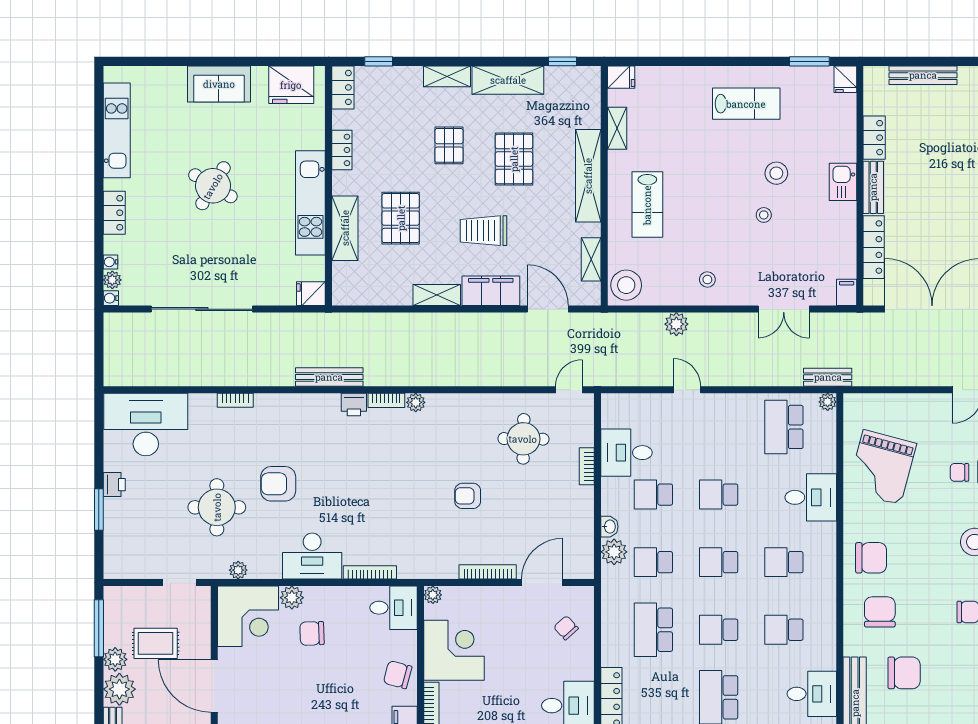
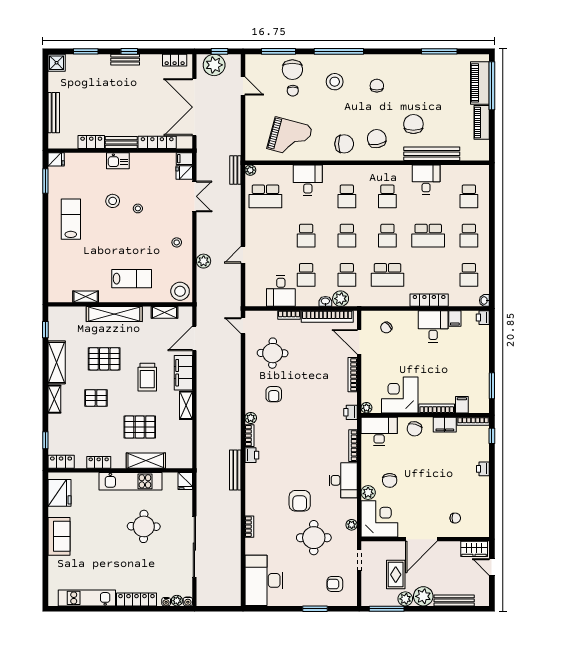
fridge: (621, 77) -> (184, 172), moved, turned -90
round table: (213, 186) -> (144, 526), moved, turned -30
locker: (114, 213) -> (136, 599), width x1.53
printer: (114, 485) -> (350, 412), moved, turned -90
armchair: (468, 496) -> (274, 394), moved
bookcase: (584, 530) -> (327, 316), added
armchair: (140, 542) -> (335, 584), added
chair: (871, 558) -> (344, 144), turned 90
desk: (394, 608) -> (379, 431), width x1.37
chair: (880, 612) -> (377, 139), turned 80

